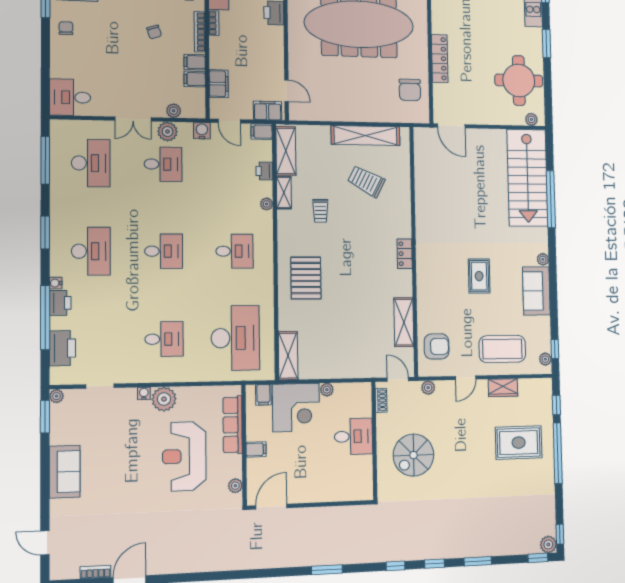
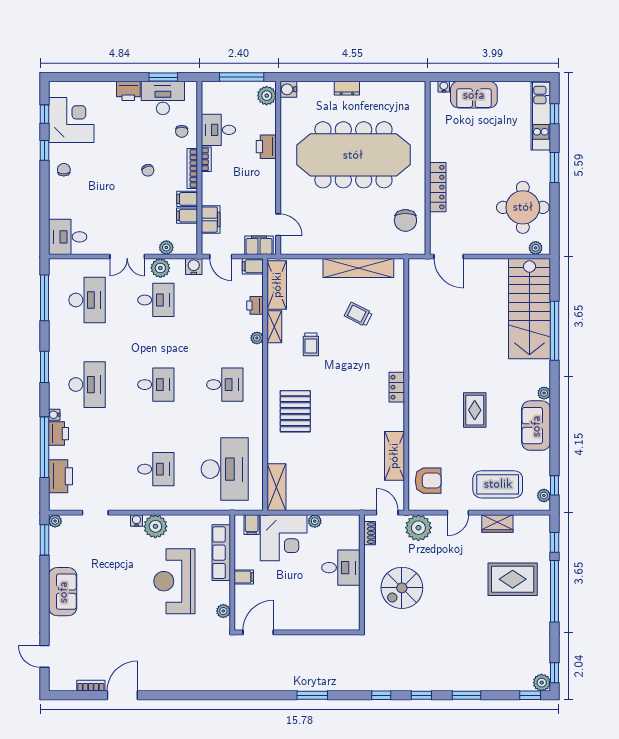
trolley: (366, 181) -> (358, 314), width x0.73, depth x0.72
plant: (428, 388) -> (418, 528), width x1.88, depth x1.88

